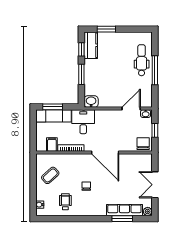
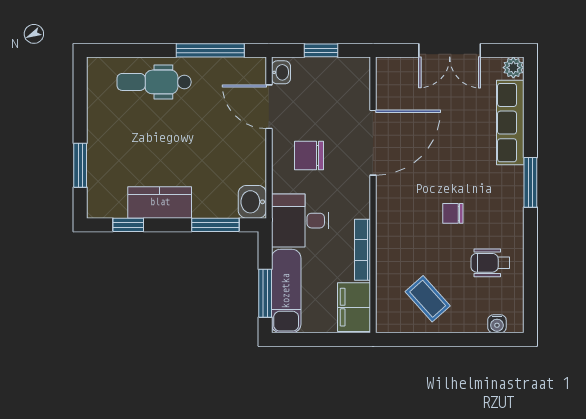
kitchen counter: (91, 45) -> (160, 202), moved
window: (155, 70) -> (210, 50), moved
window: (81, 74) -> (215, 225), moved
filing cabinet: (52, 144) -> (354, 307), width x2.00
chair: (143, 144) -> (309, 155), moved
door: (105, 152) -> (373, 143), moved
window: (122, 219) -> (530, 182), moved

